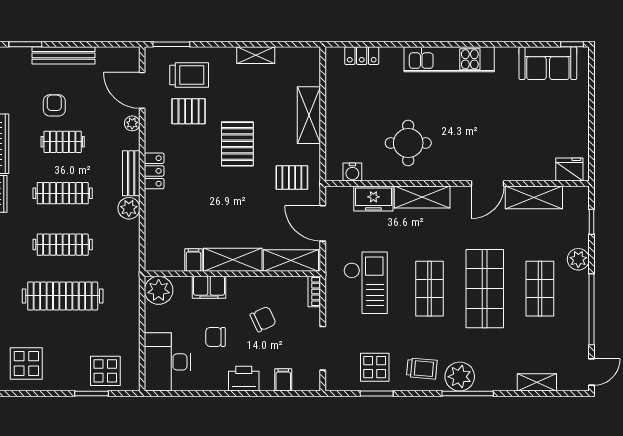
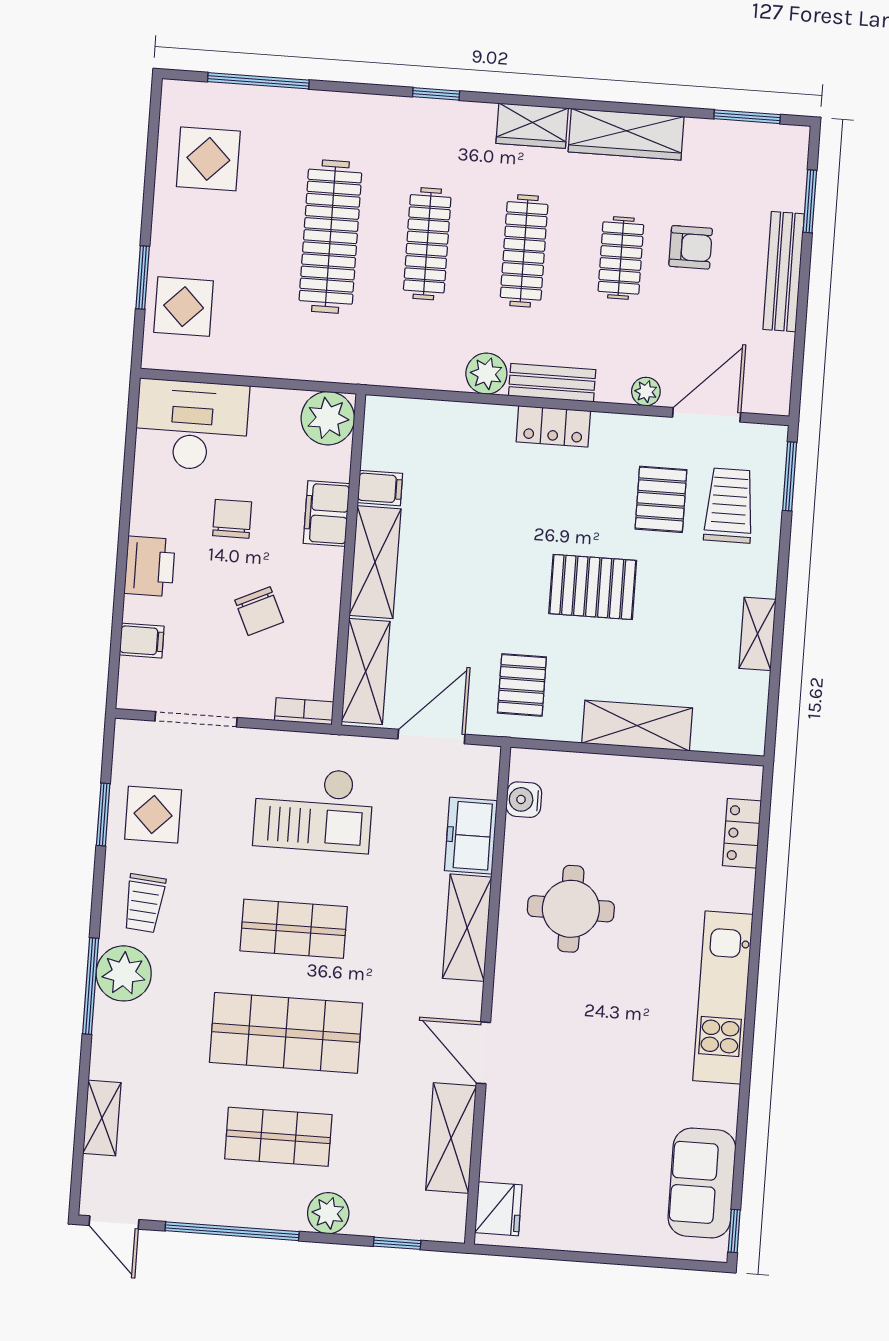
trolley: (189, 75) -> (729, 506), turned 180

